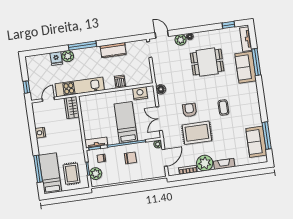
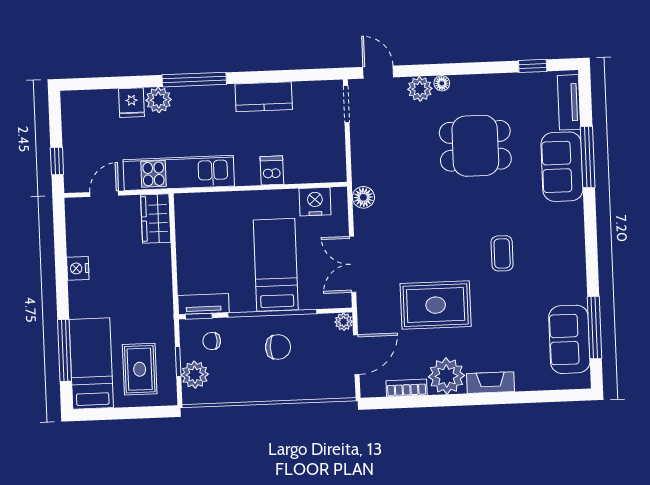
armchair: (189, 110) -> (424, 251), removed

